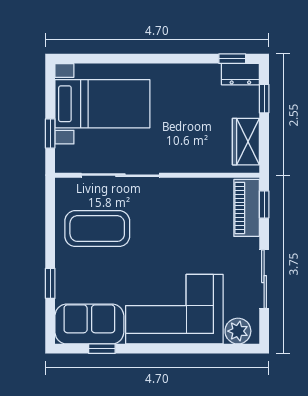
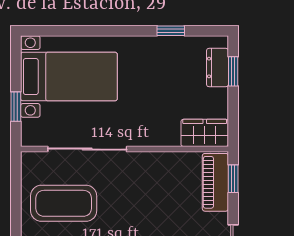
window: (232, 59) -> (171, 31), moved
dresser: (240, 74) -> (217, 68), moved, turned 90
wardrobe: (246, 142) -> (205, 133), moved, turned 90

